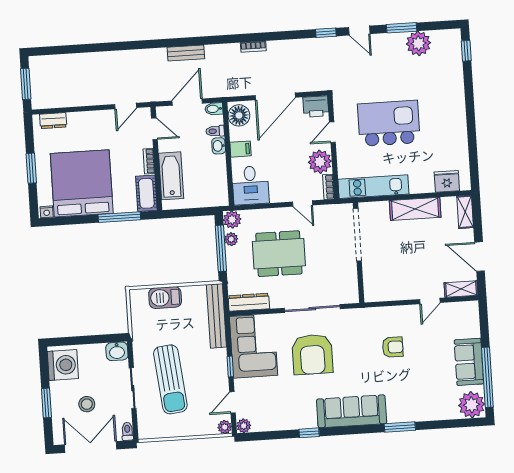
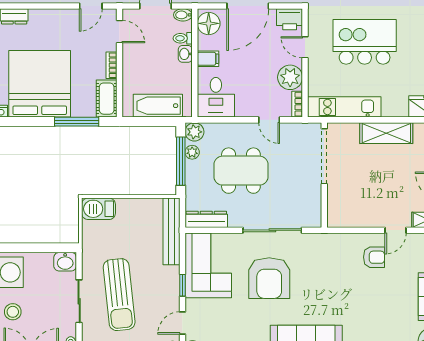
door: (332, 132) -> (305, 47), hinge flipped
bathtub: (171, 176) -> (158, 106), moved, turned -90
barbecue: (165, 298) -> (99, 209), moved
armchair: (393, 347) -> (374, 257), moved
stool: (87, 404) -> (13, 312), moved

